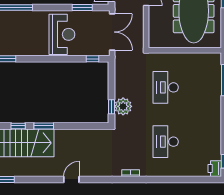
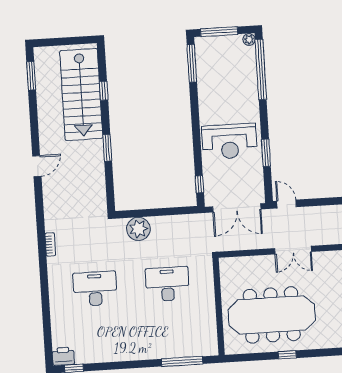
window: (82, 8) -> (266, 153), moved
window: (111, 107) -> (137, 213), removed
window: (44, 126) -> (107, 148), moved
door: (71, 179) -> (37, 166), hinge flipped

